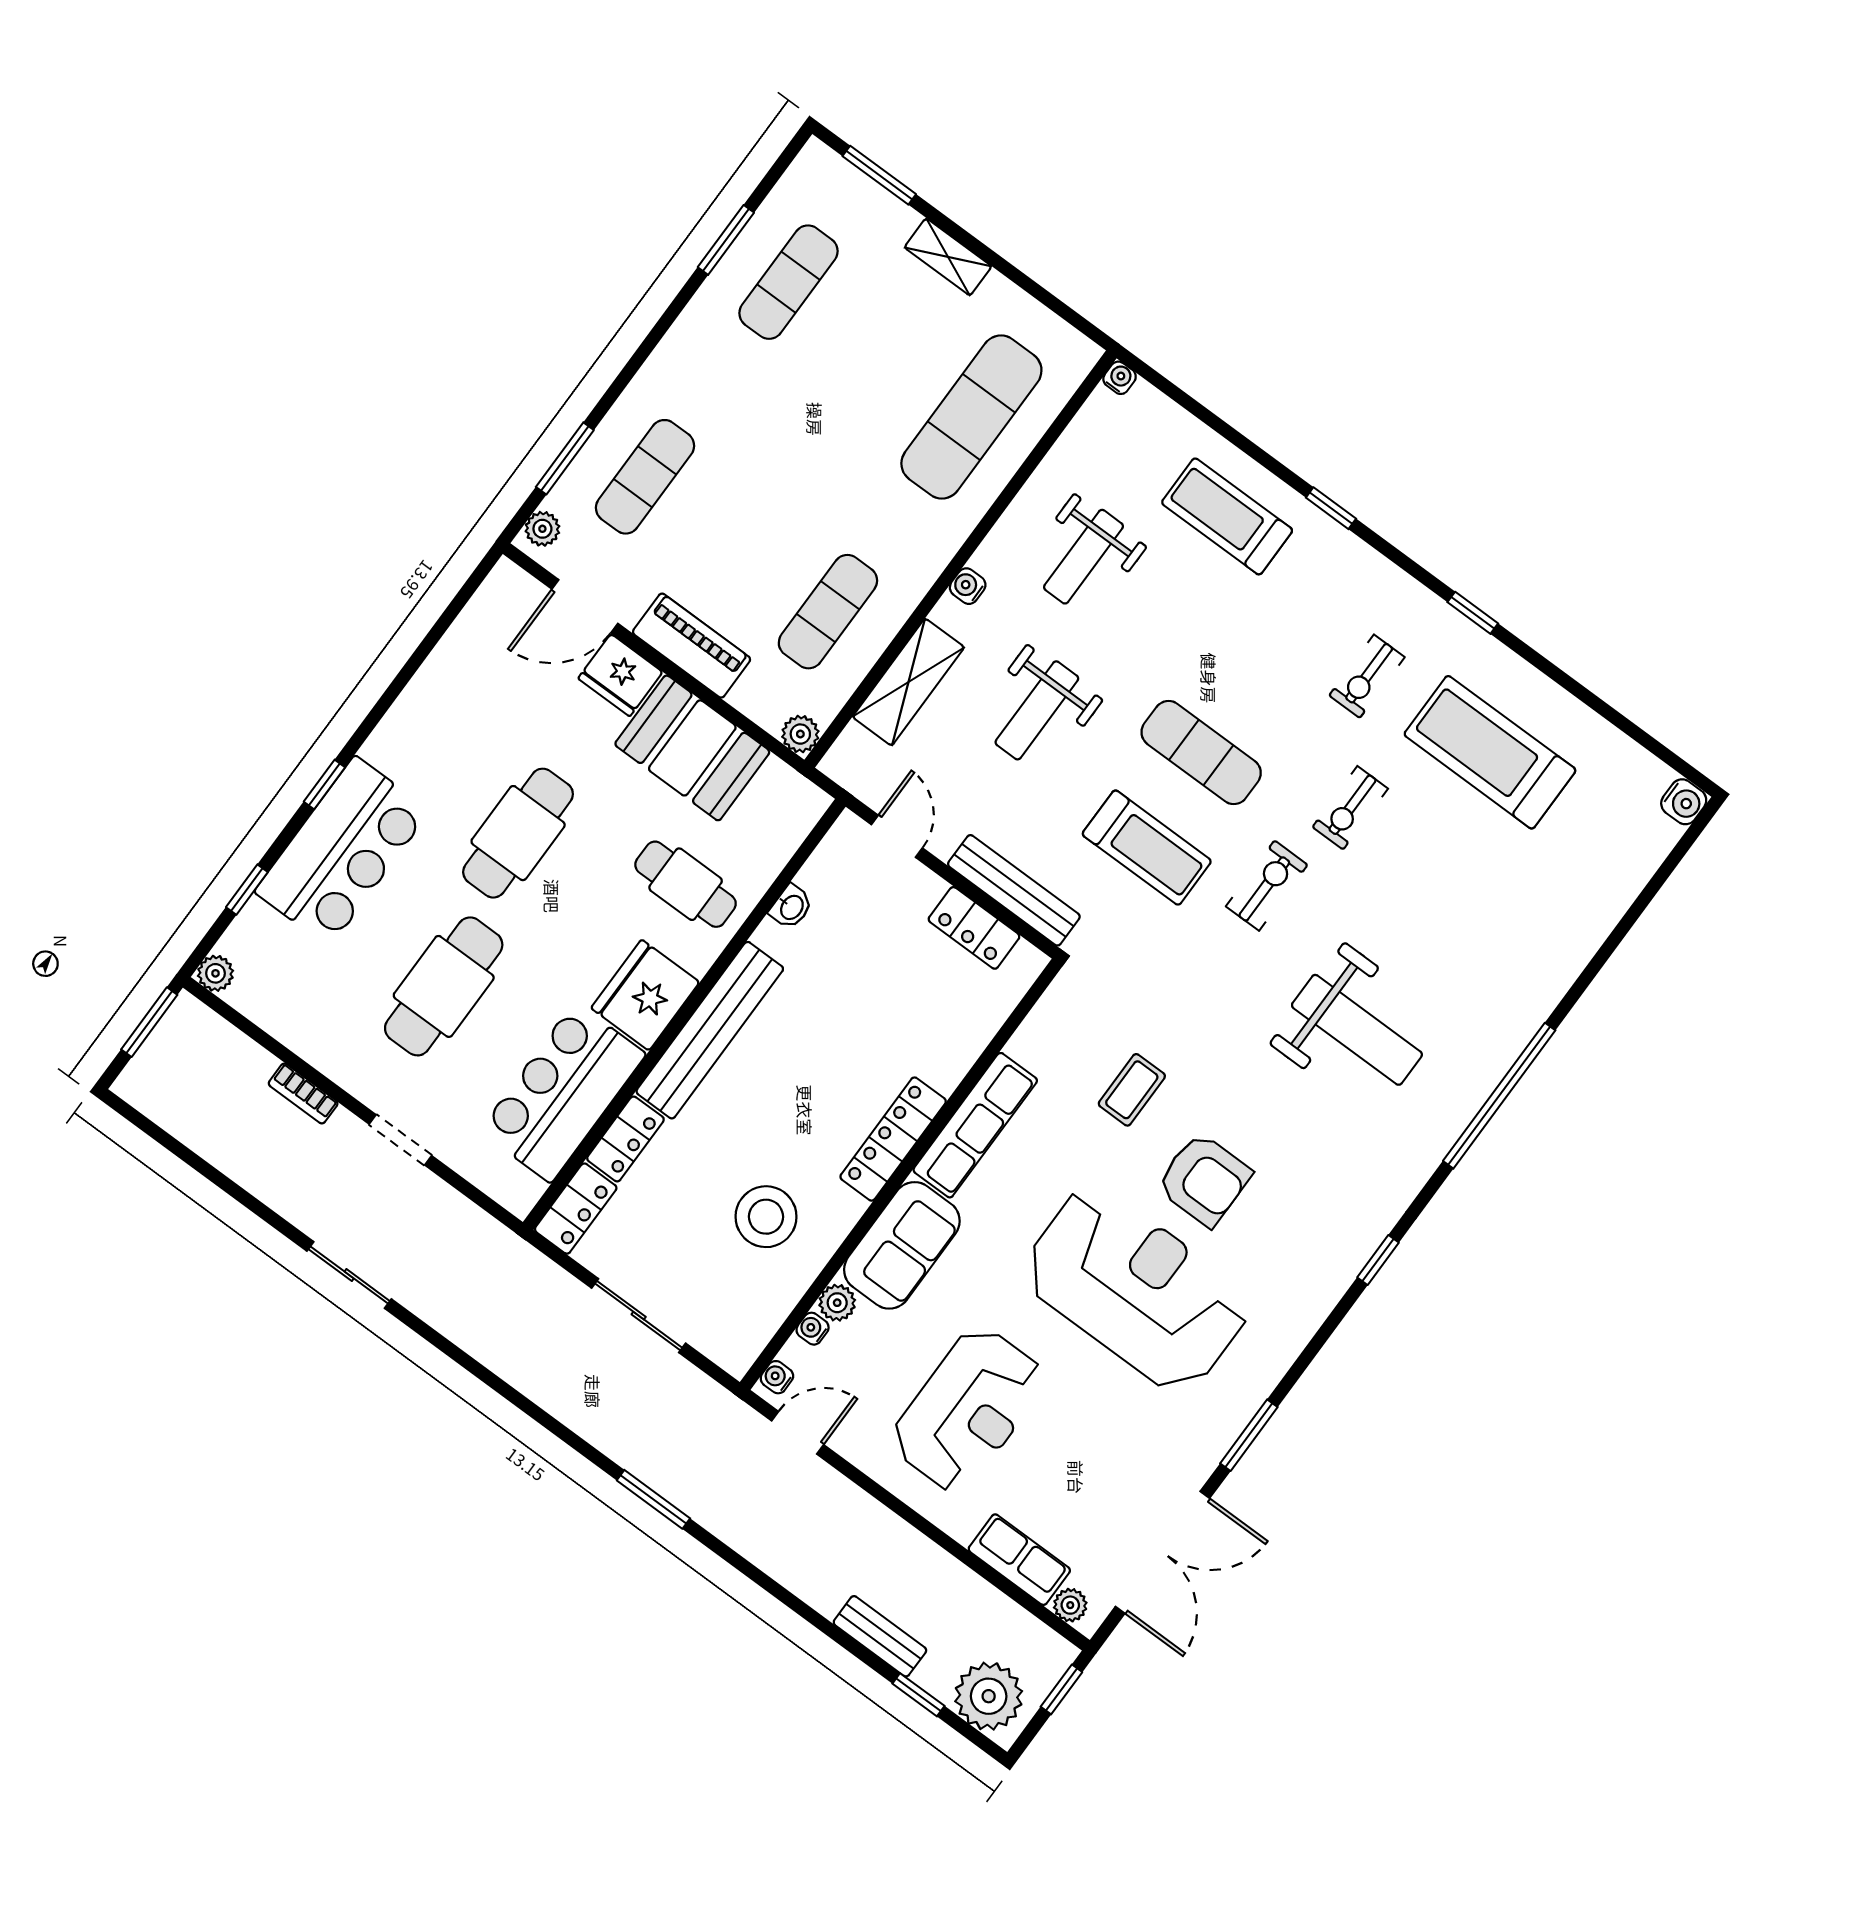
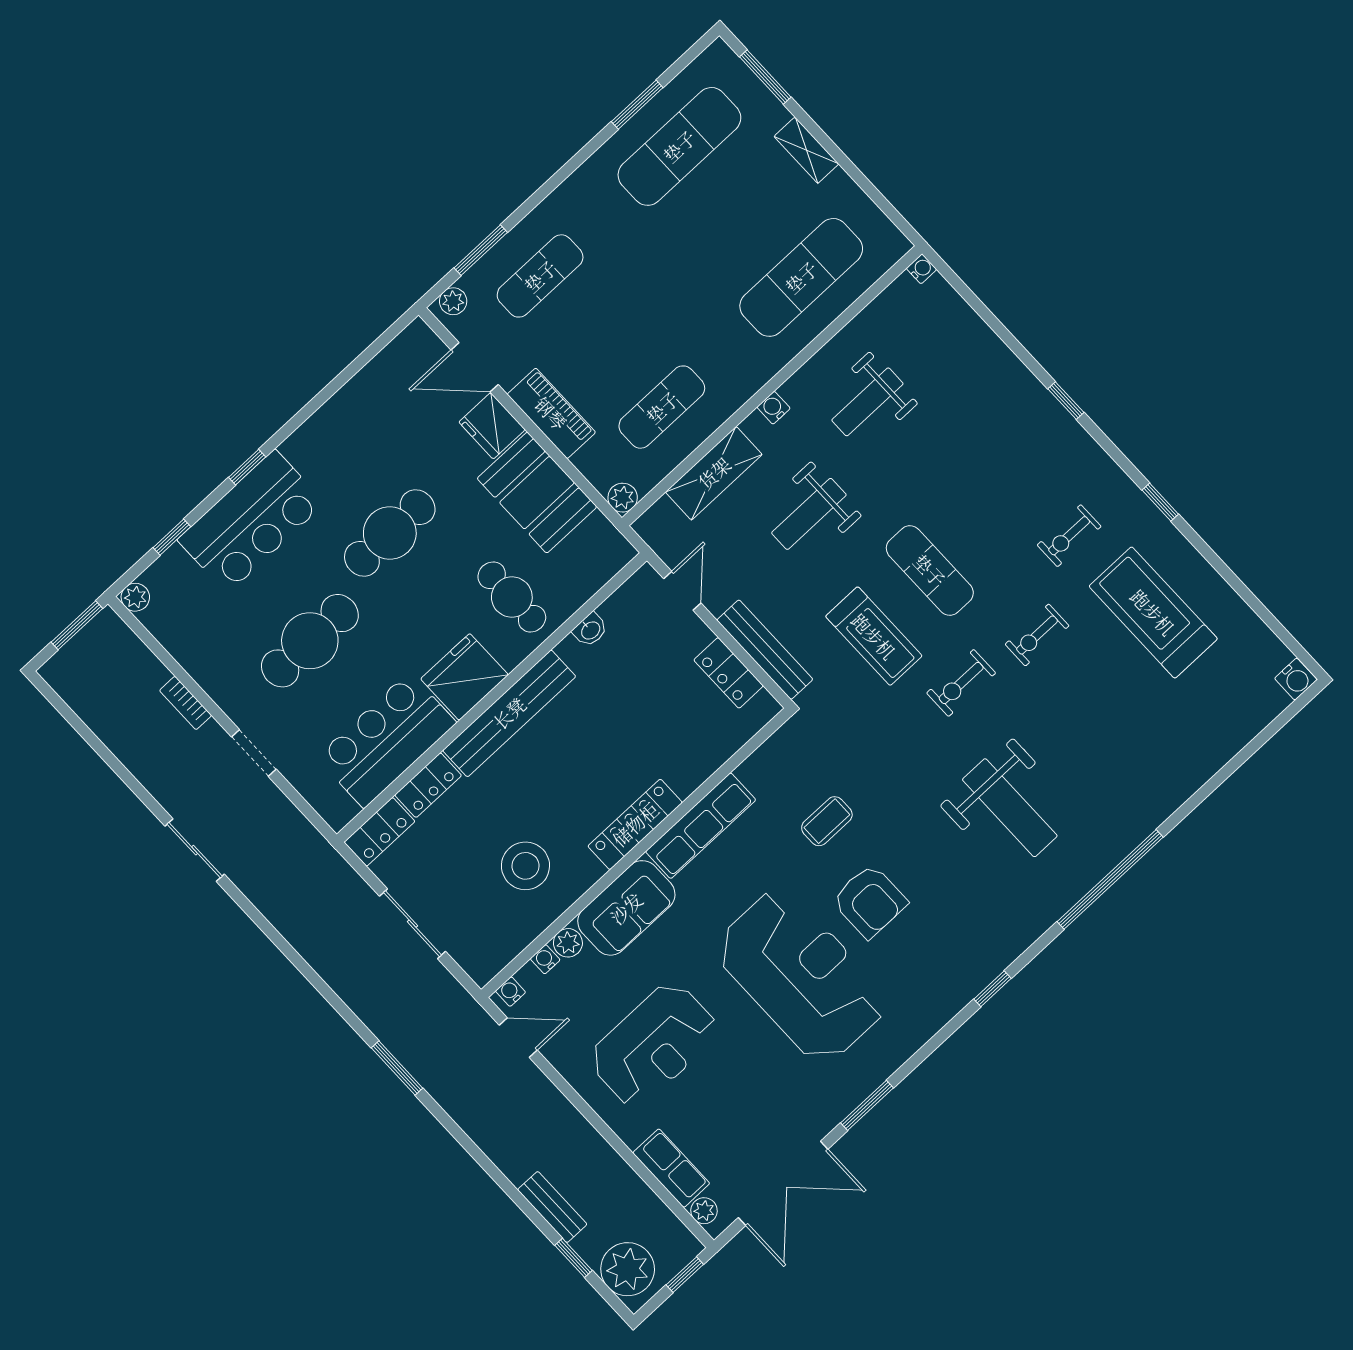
exercise mat: (789, 282) -> (679, 146), width x1.36, depth x1.45
treadmill: (1227, 516) -> (984, 392), removed
exercise bike: (1267, 886) -> (961, 683), turned 180

